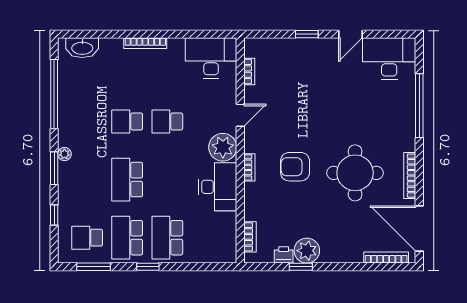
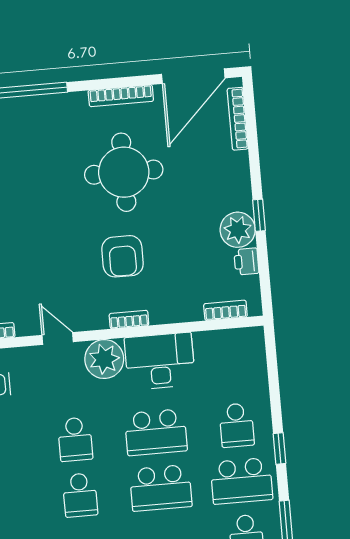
school desk: (167, 180) -> (156, 432), added
school desk: (167, 238) -> (237, 425), width x0.54
window: (301, 267) -> (259, 215), moved

